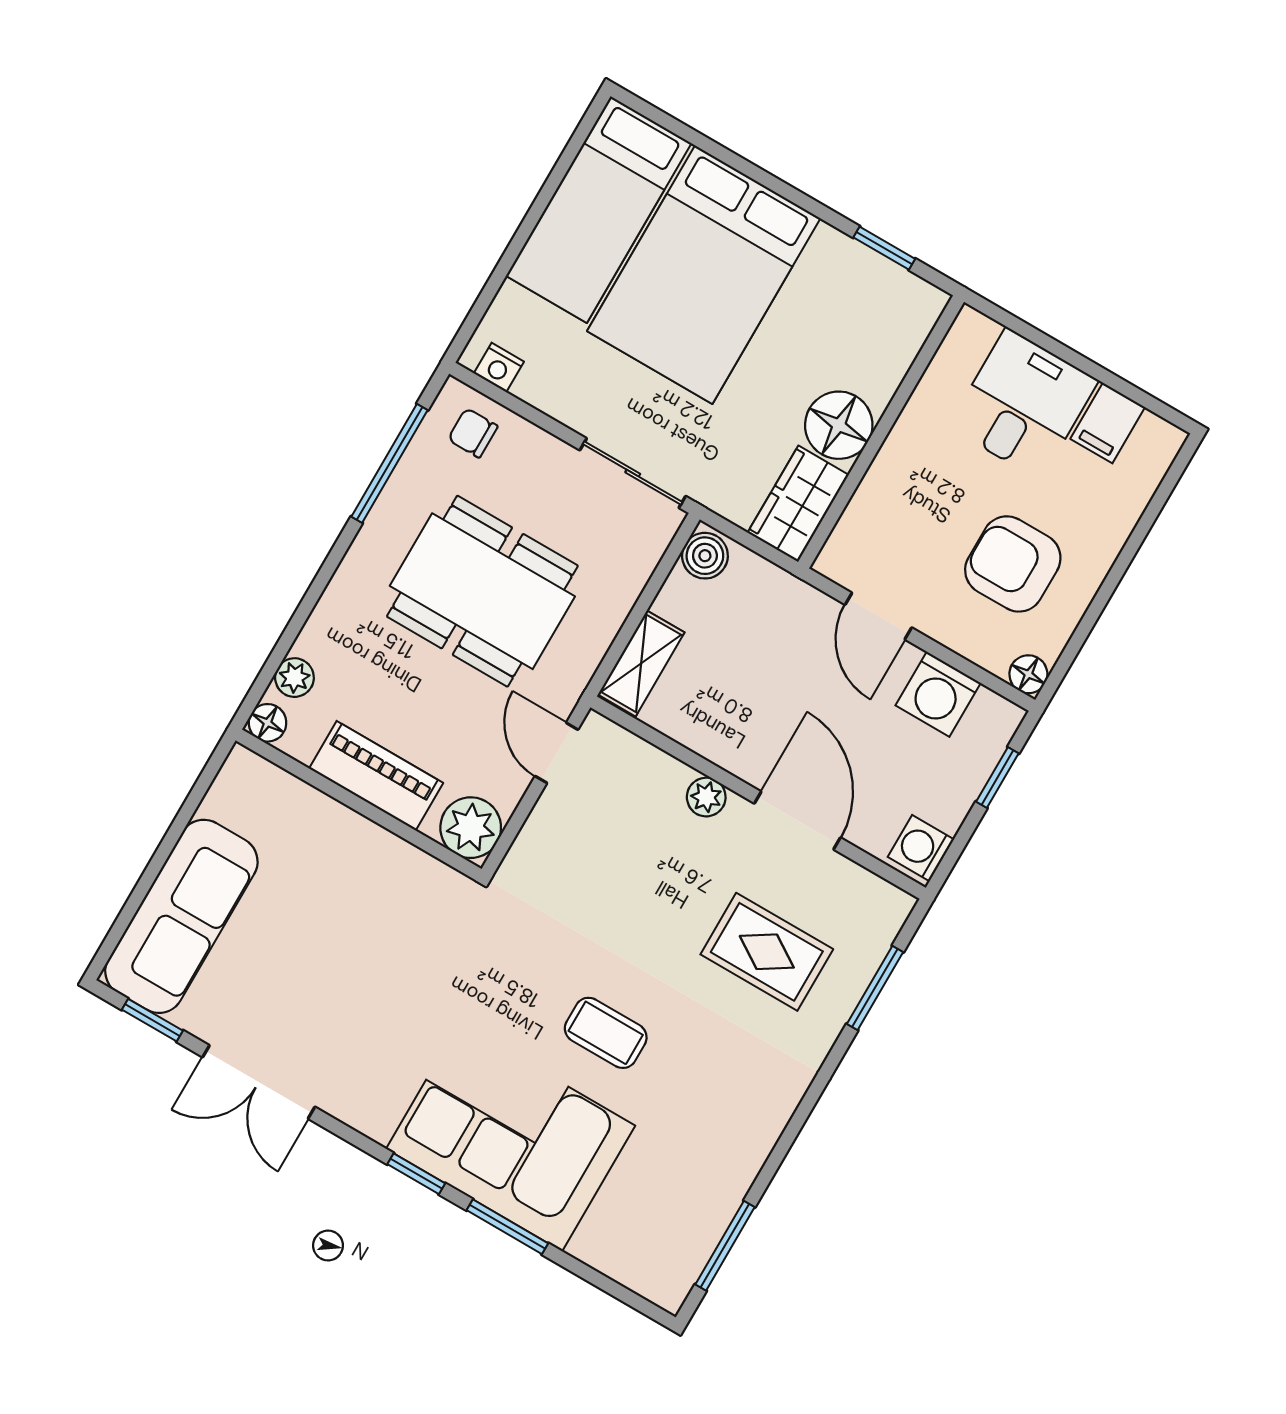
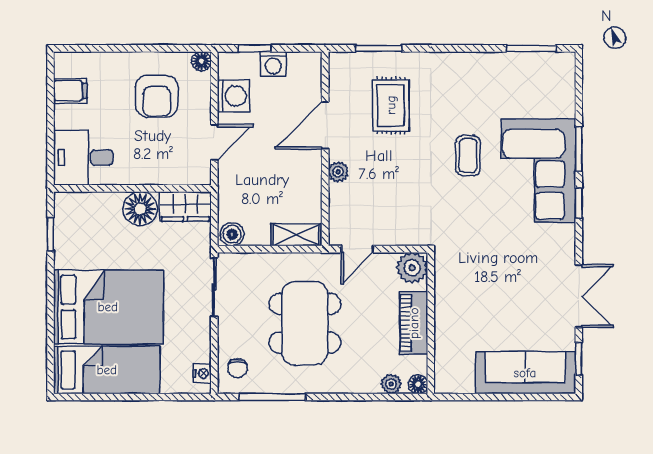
desk: (1023, 404) -> (83, 158), moved
washing machine: (921, 848) -> (273, 64), moved

